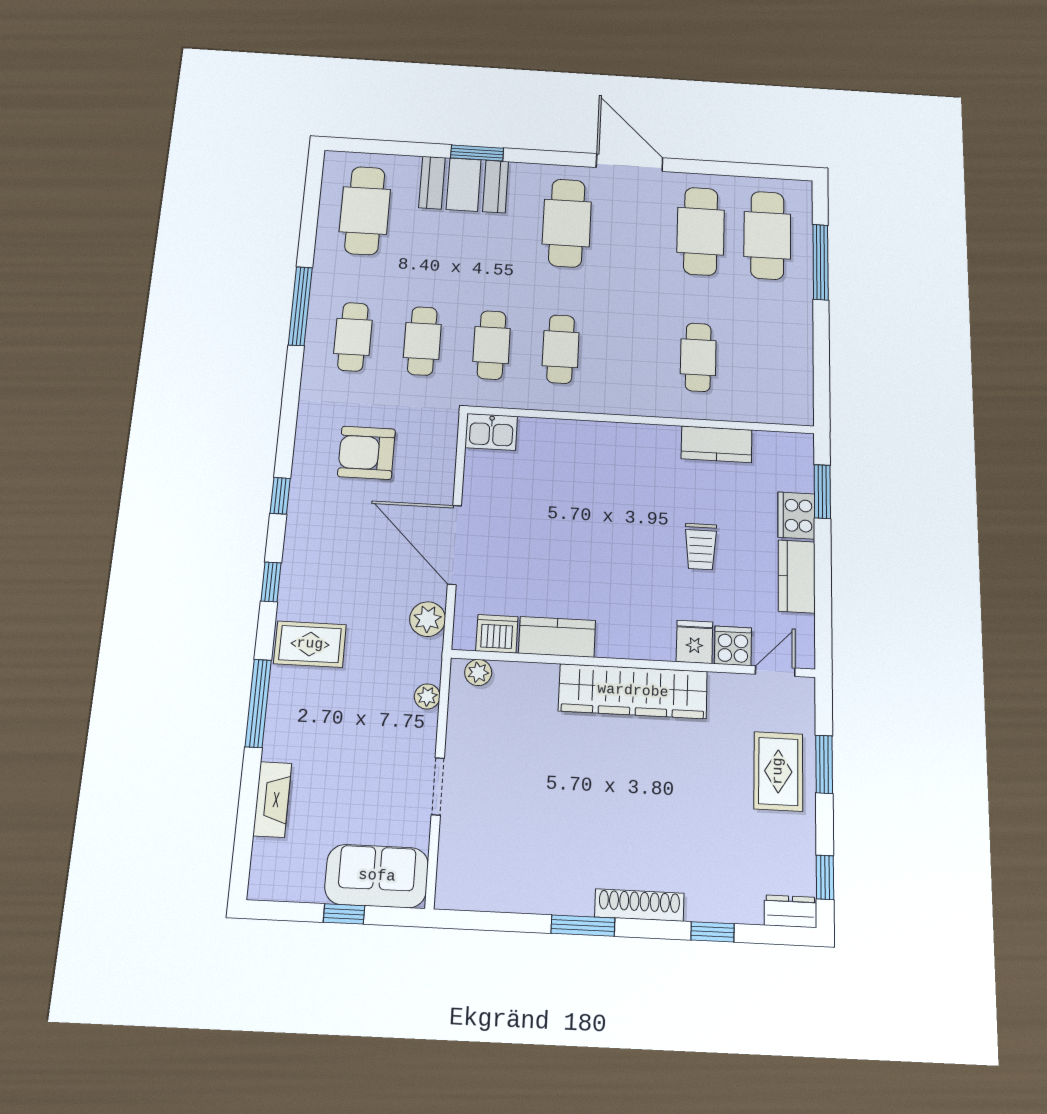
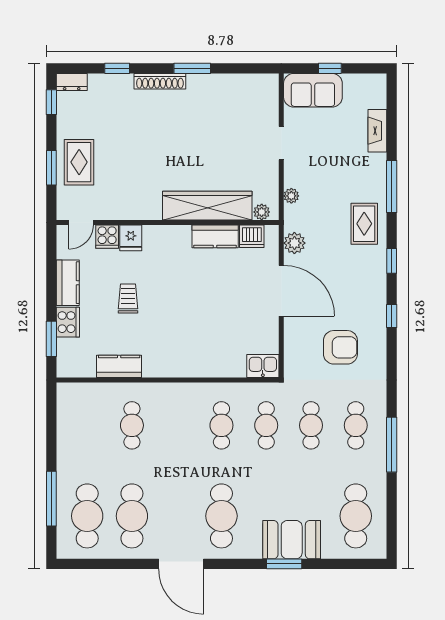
rug: (310, 644) -> (364, 224), turned 90
wardrobe: (633, 691) -> (207, 206), moved

